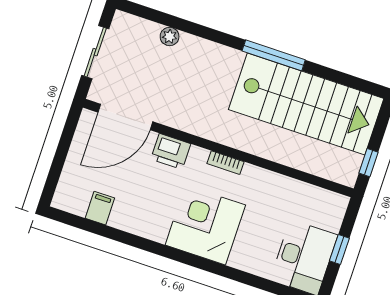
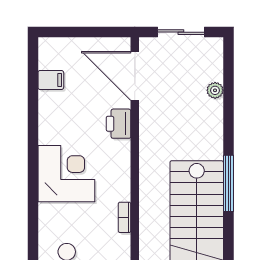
bookcase: (226, 163) -> (125, 217), moved

